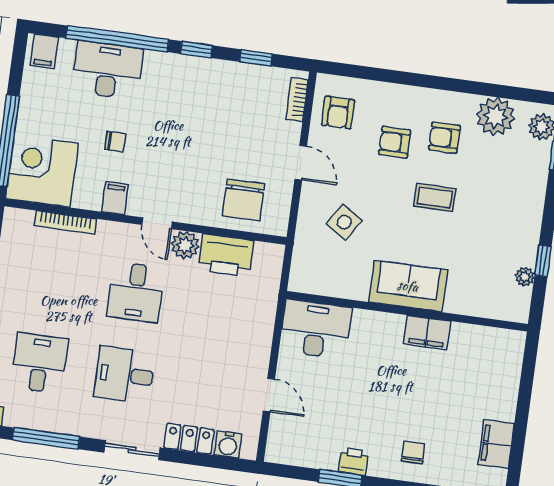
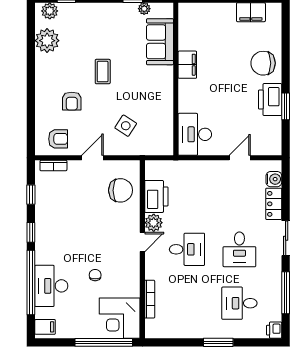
armchair: (444, 138) -> (65, 71), removed
filing cabinet: (115, 198) -> (130, 270), removed
sofa: (408, 286) -> (160, 42), moved
chair: (413, 452) -> (263, 63), width x1.87, depth x1.87
printer: (353, 461) -> (270, 100), width x1.87, depth x1.48

